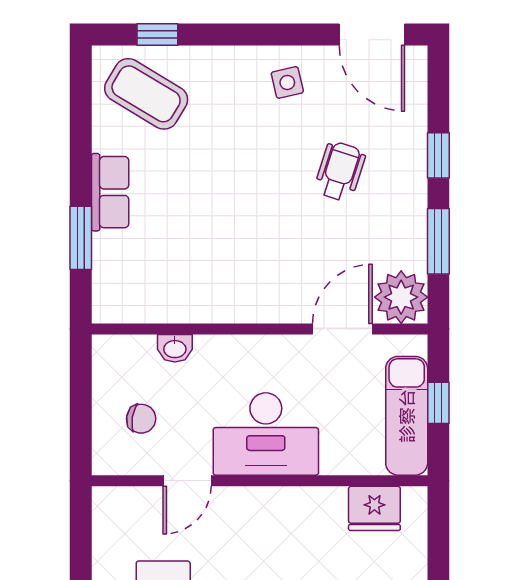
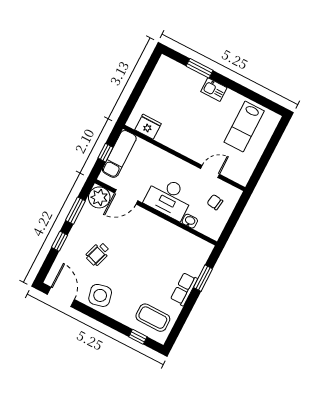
side table: (287, 82) -> (100, 295), width x1.87, depth x1.87
coffee table: (146, 94) -> (153, 318), turned -31
desk: (266, 434) -> (169, 198), moved, turned 180

